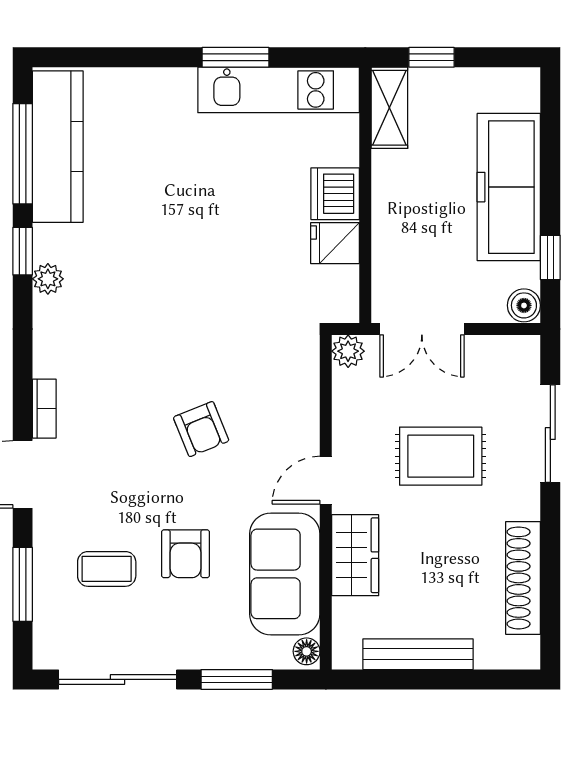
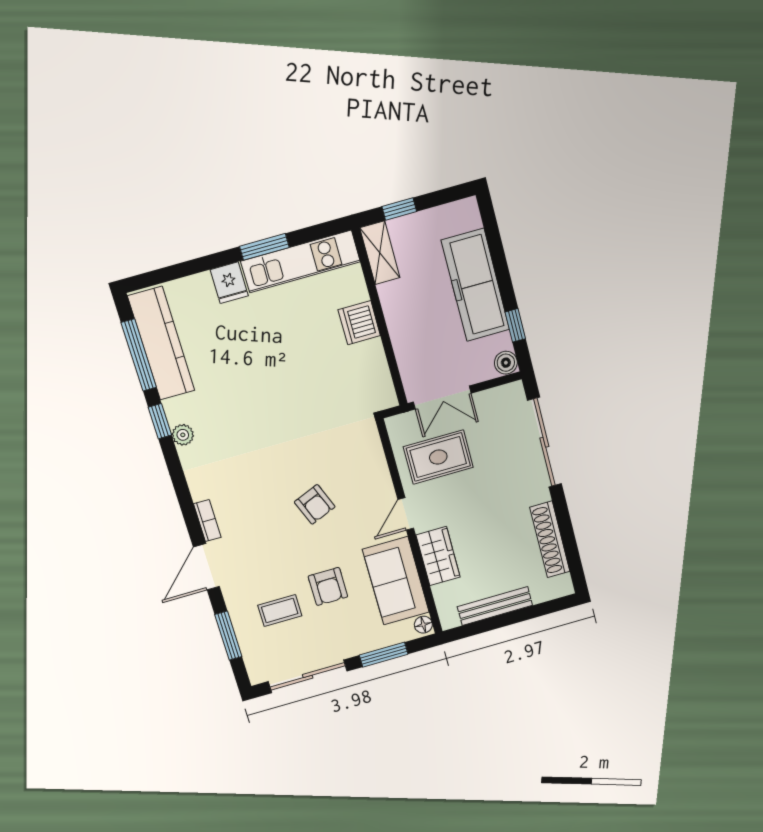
fridge: (335, 243) -> (229, 283), moved, turned -90
plant: (348, 351) -> (397, 426), removed
sliding door: (550, 434) -> (544, 442), width x1.37
rug: (441, 456) -> (438, 457), moved

